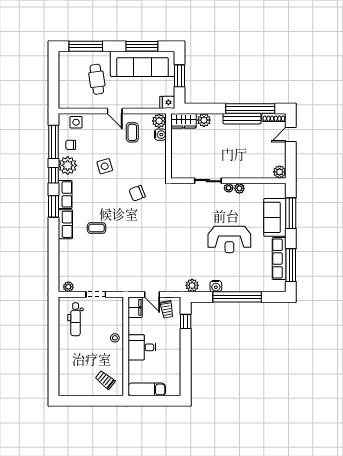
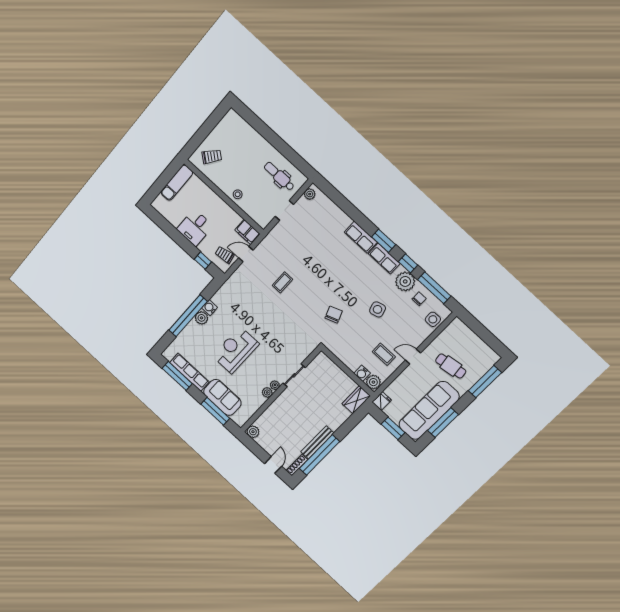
plant: (204, 120) -> (342, 415), removed
coffee table: (97, 228) -> (282, 282), moved
plant: (192, 285) -> (202, 318), moved
desk: (142, 347) -> (195, 228), moved, turned 180

